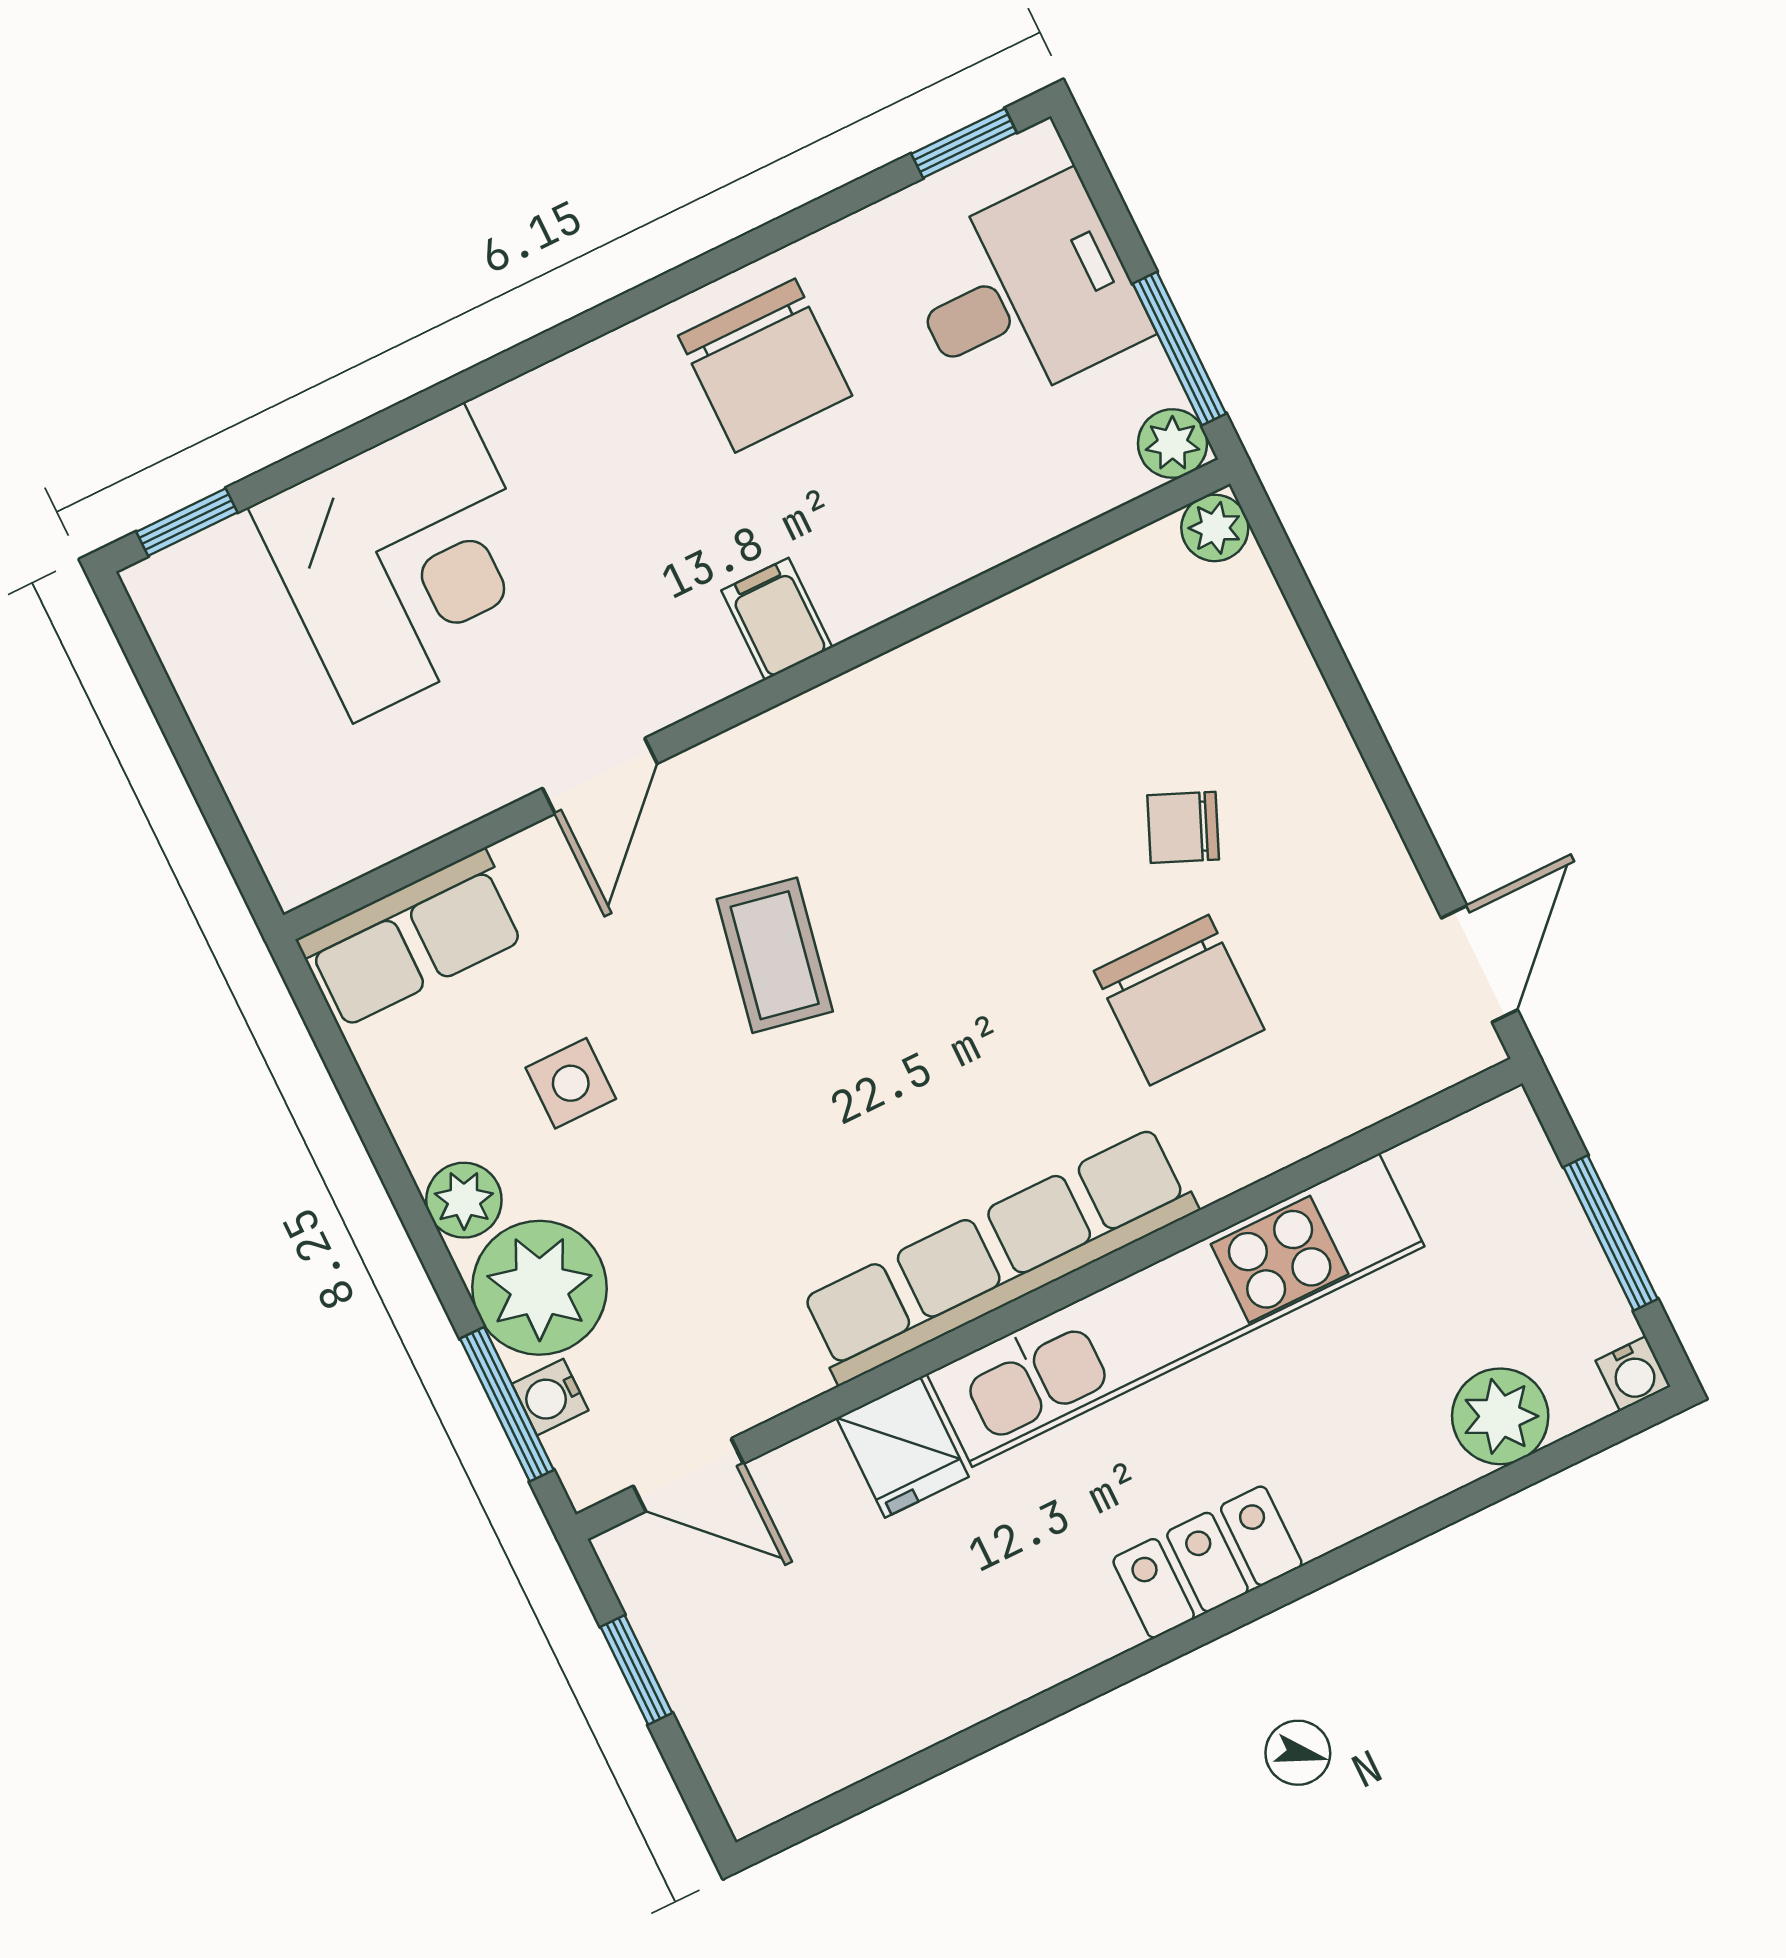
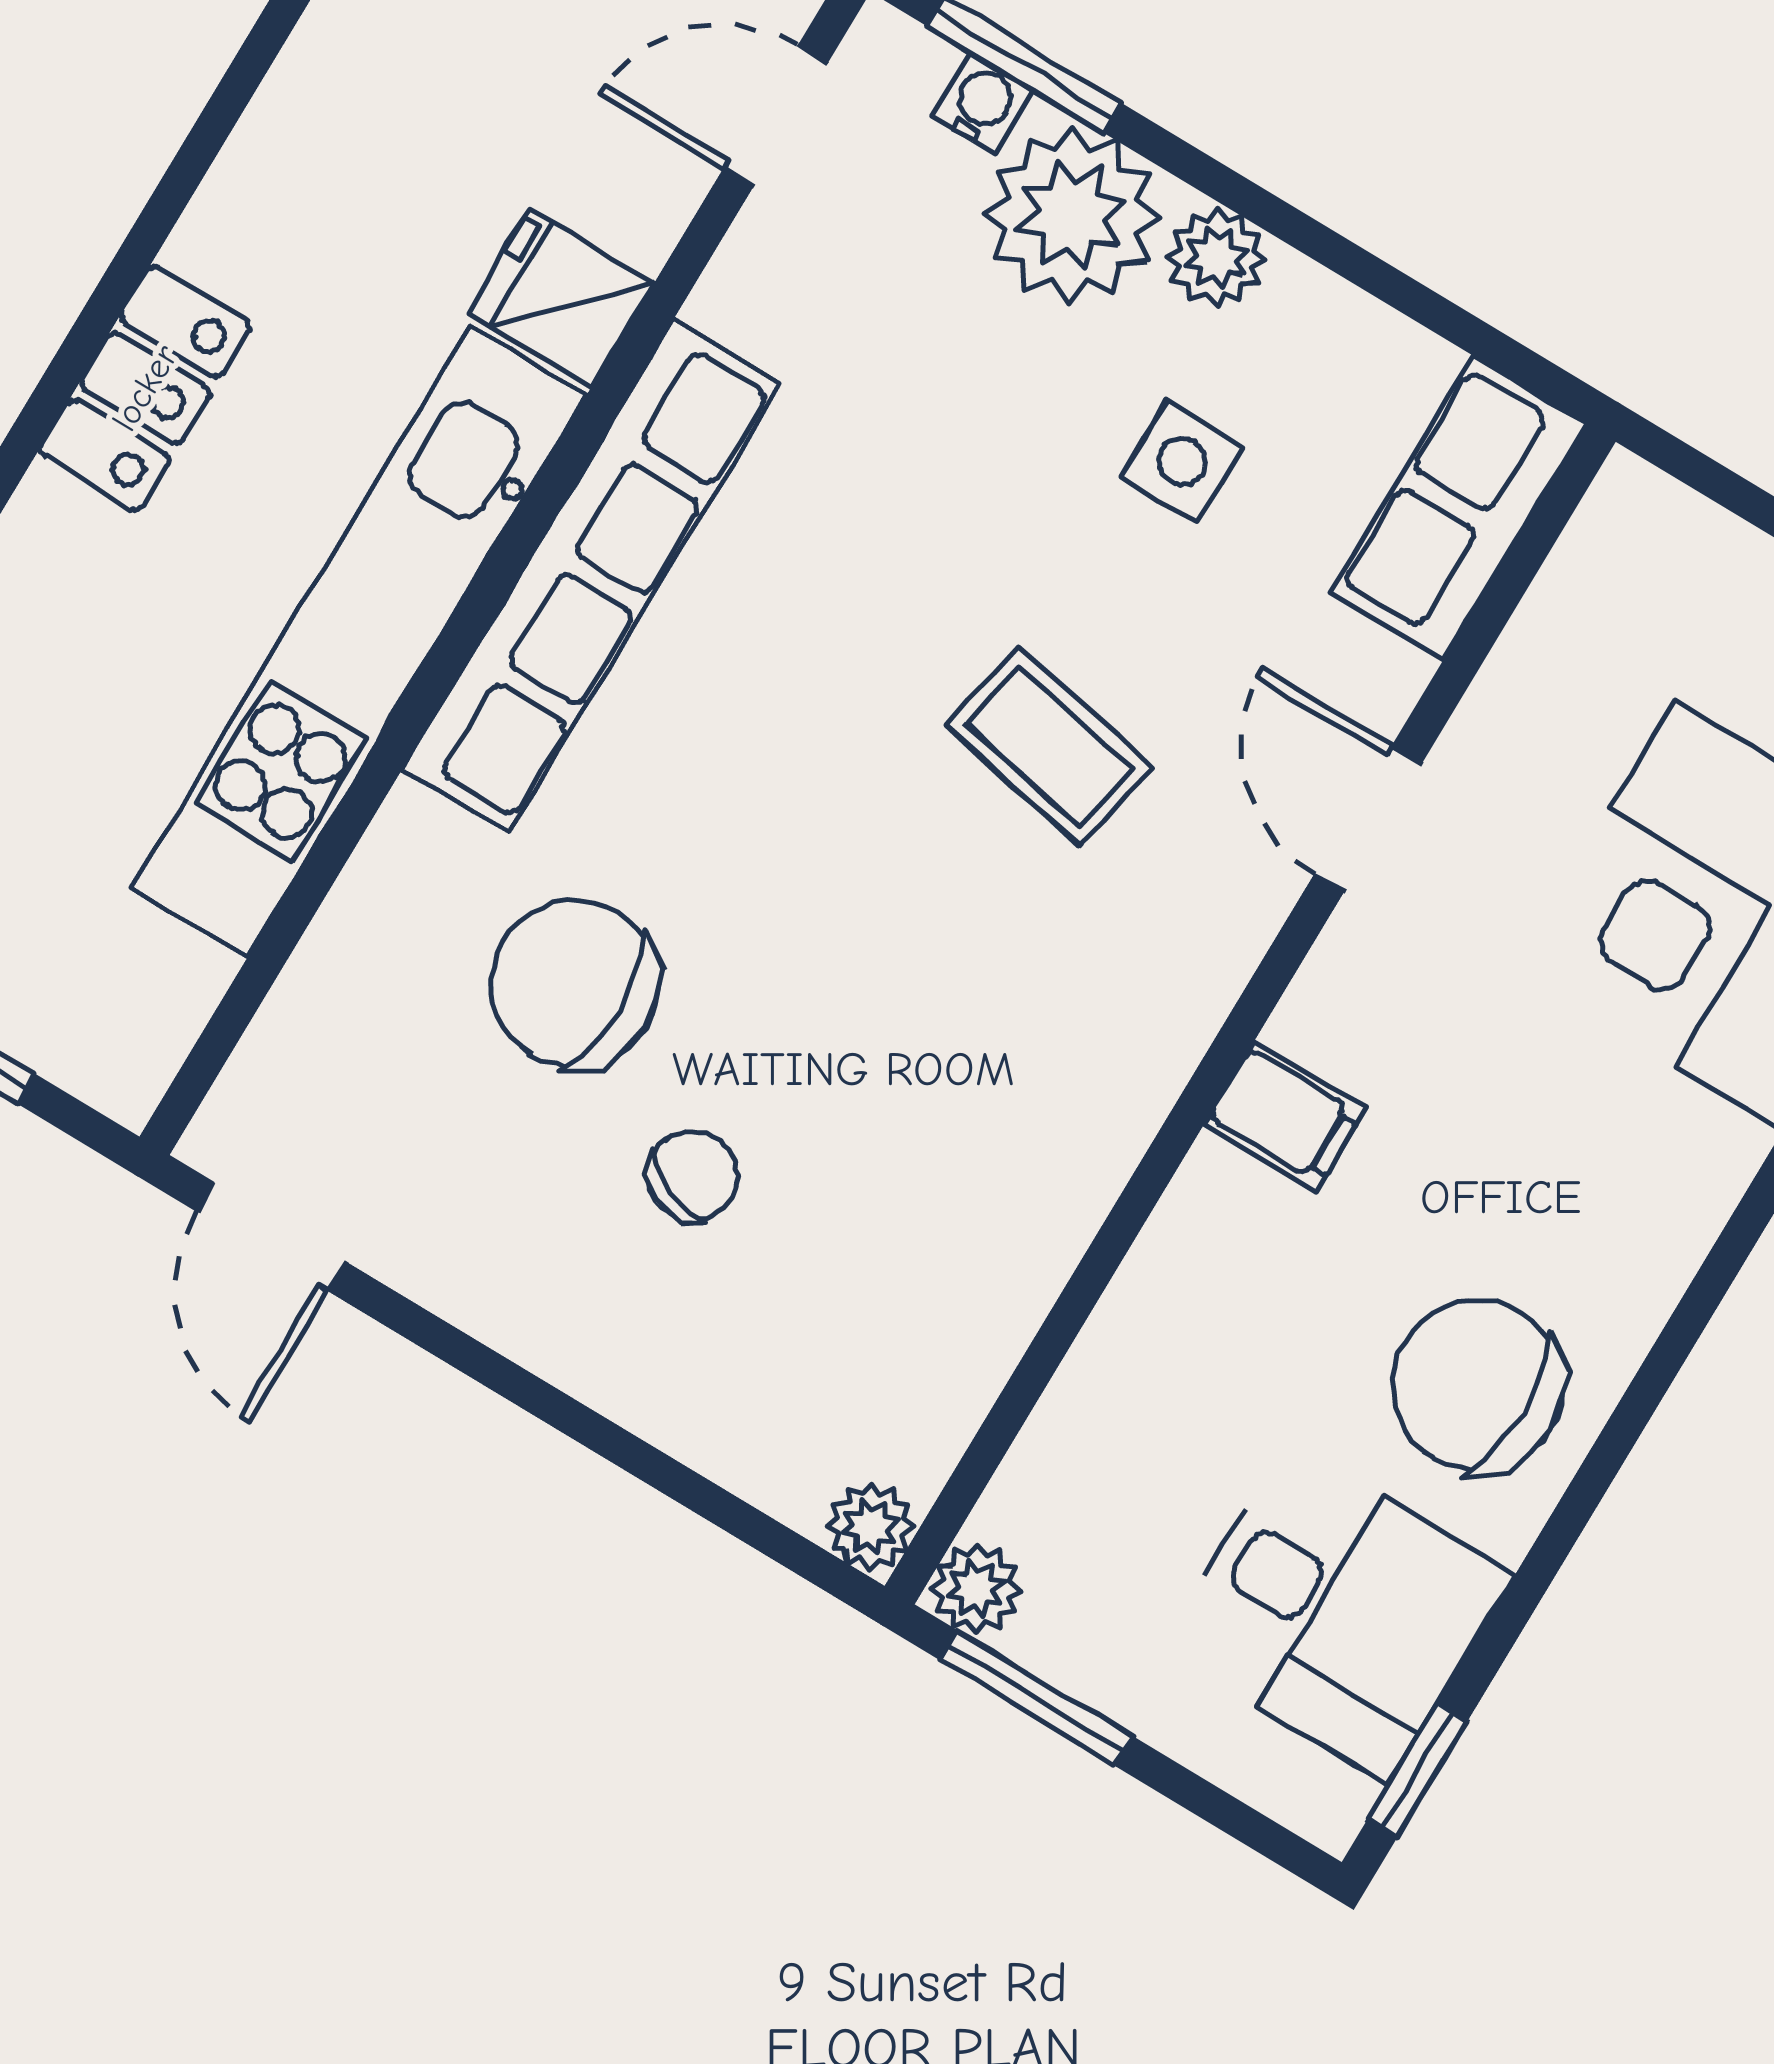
desk: (1025, 294) -> (1338, 1612), moved, turned -90

